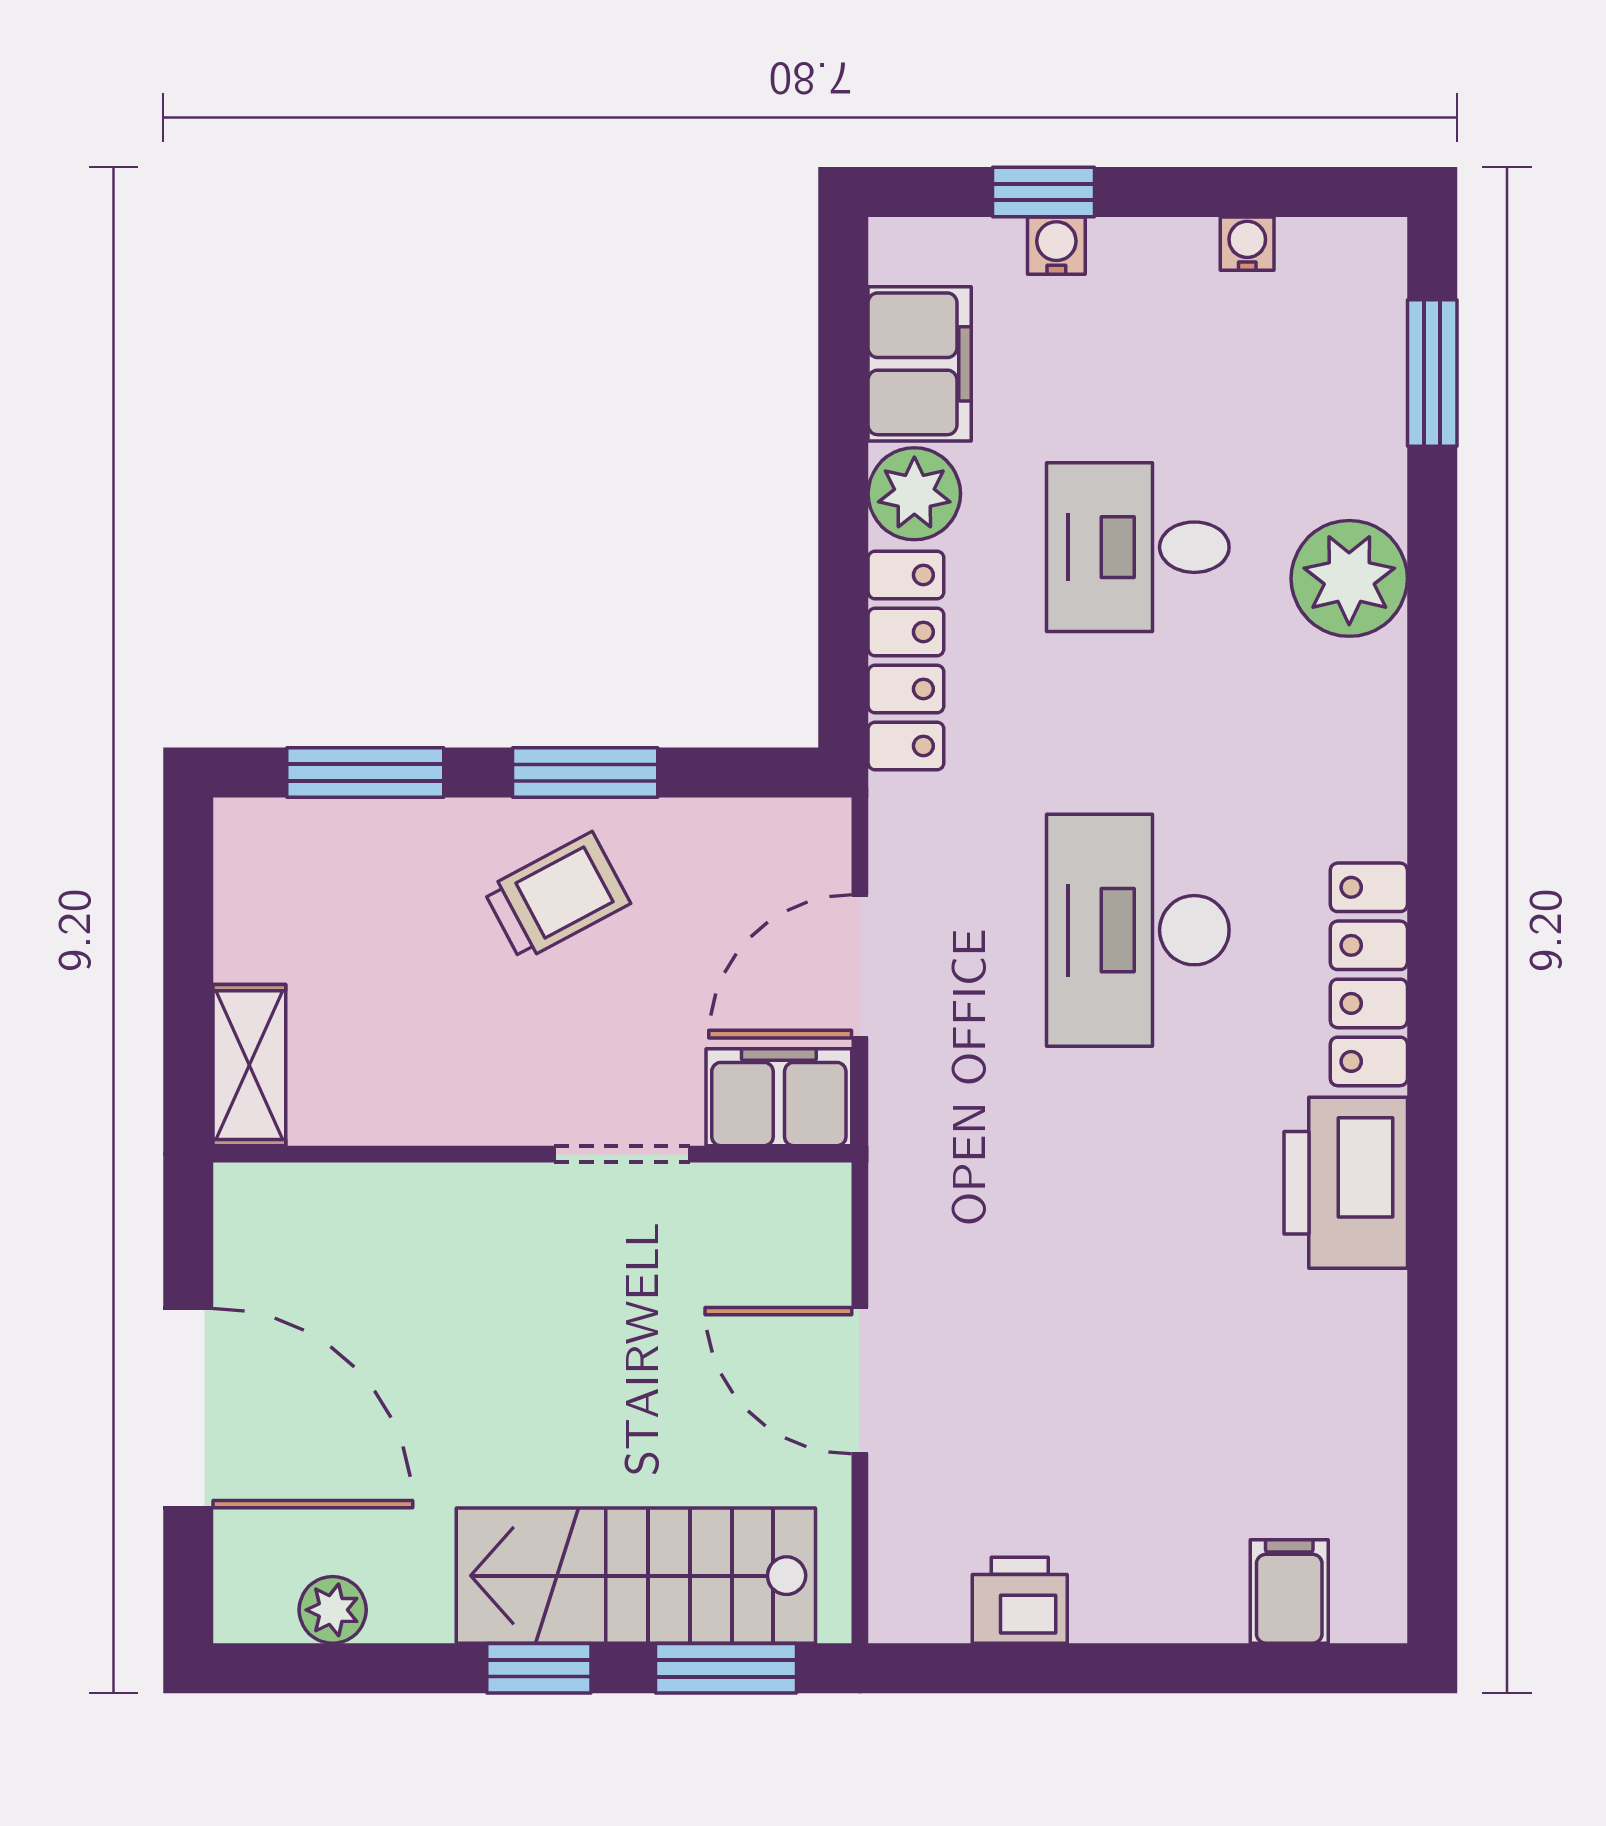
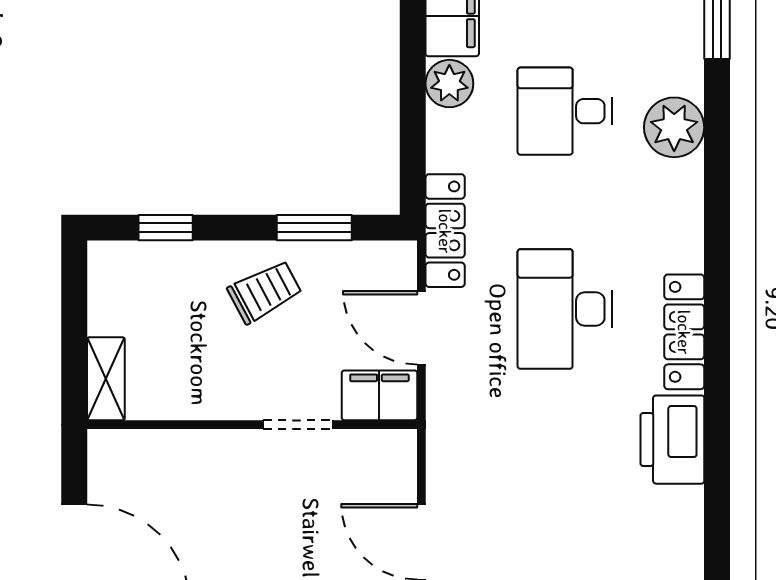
locker: (906, 660) -> (445, 231), moved
window: (365, 773) -> (166, 228), width x0.67
window: (585, 773) -> (314, 228), moved
door: (860, 966) -> (421, 328), hinge flipped

